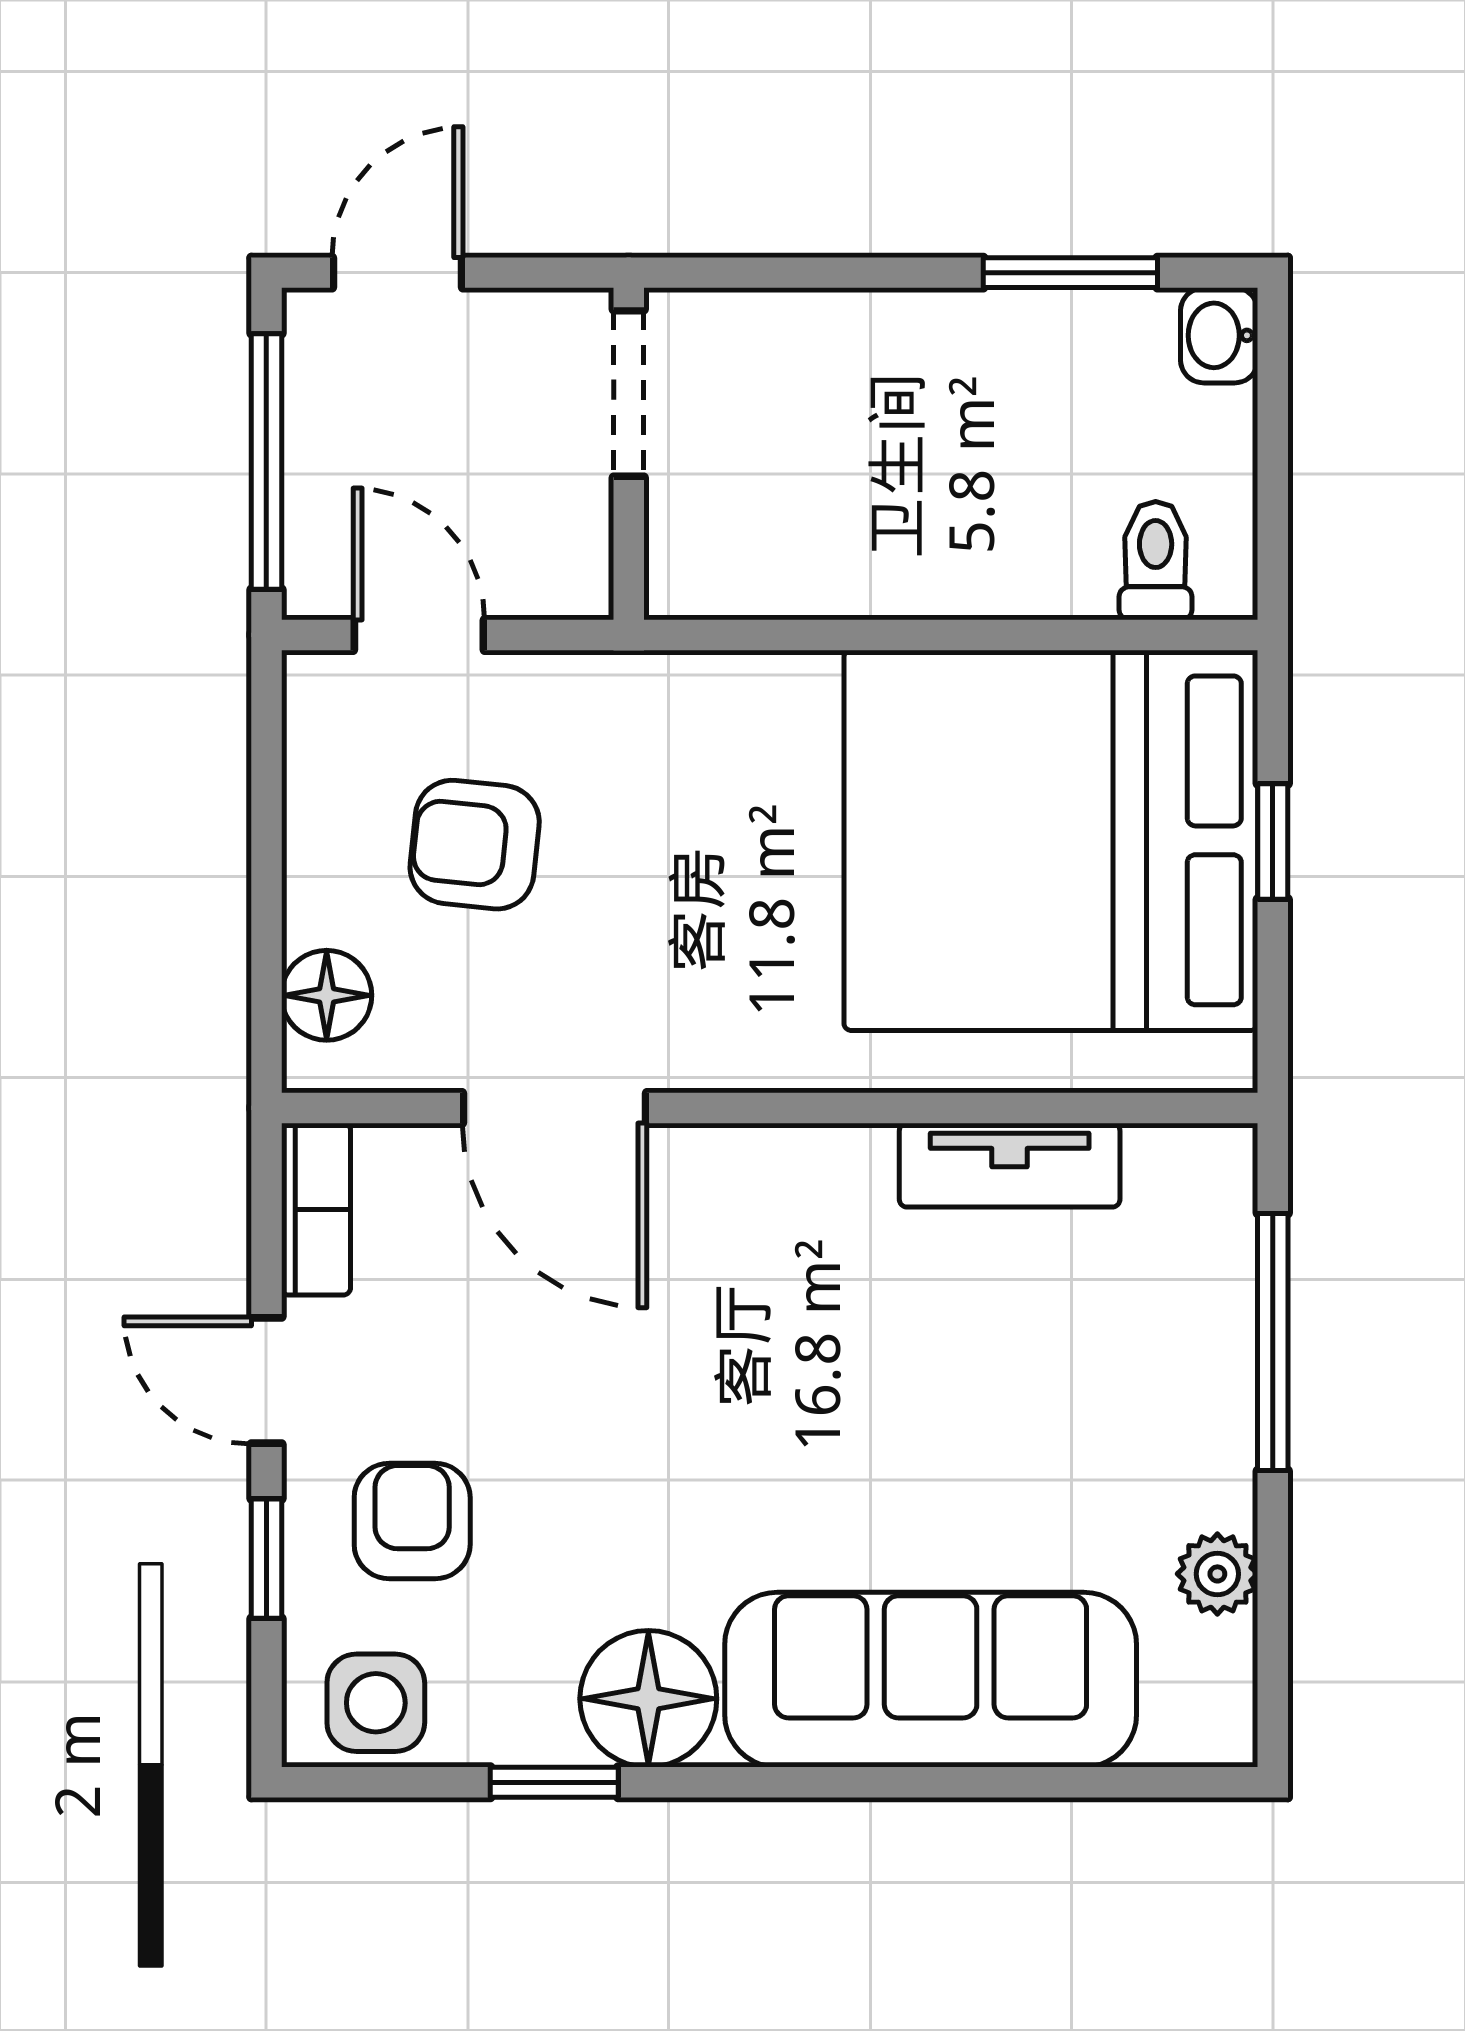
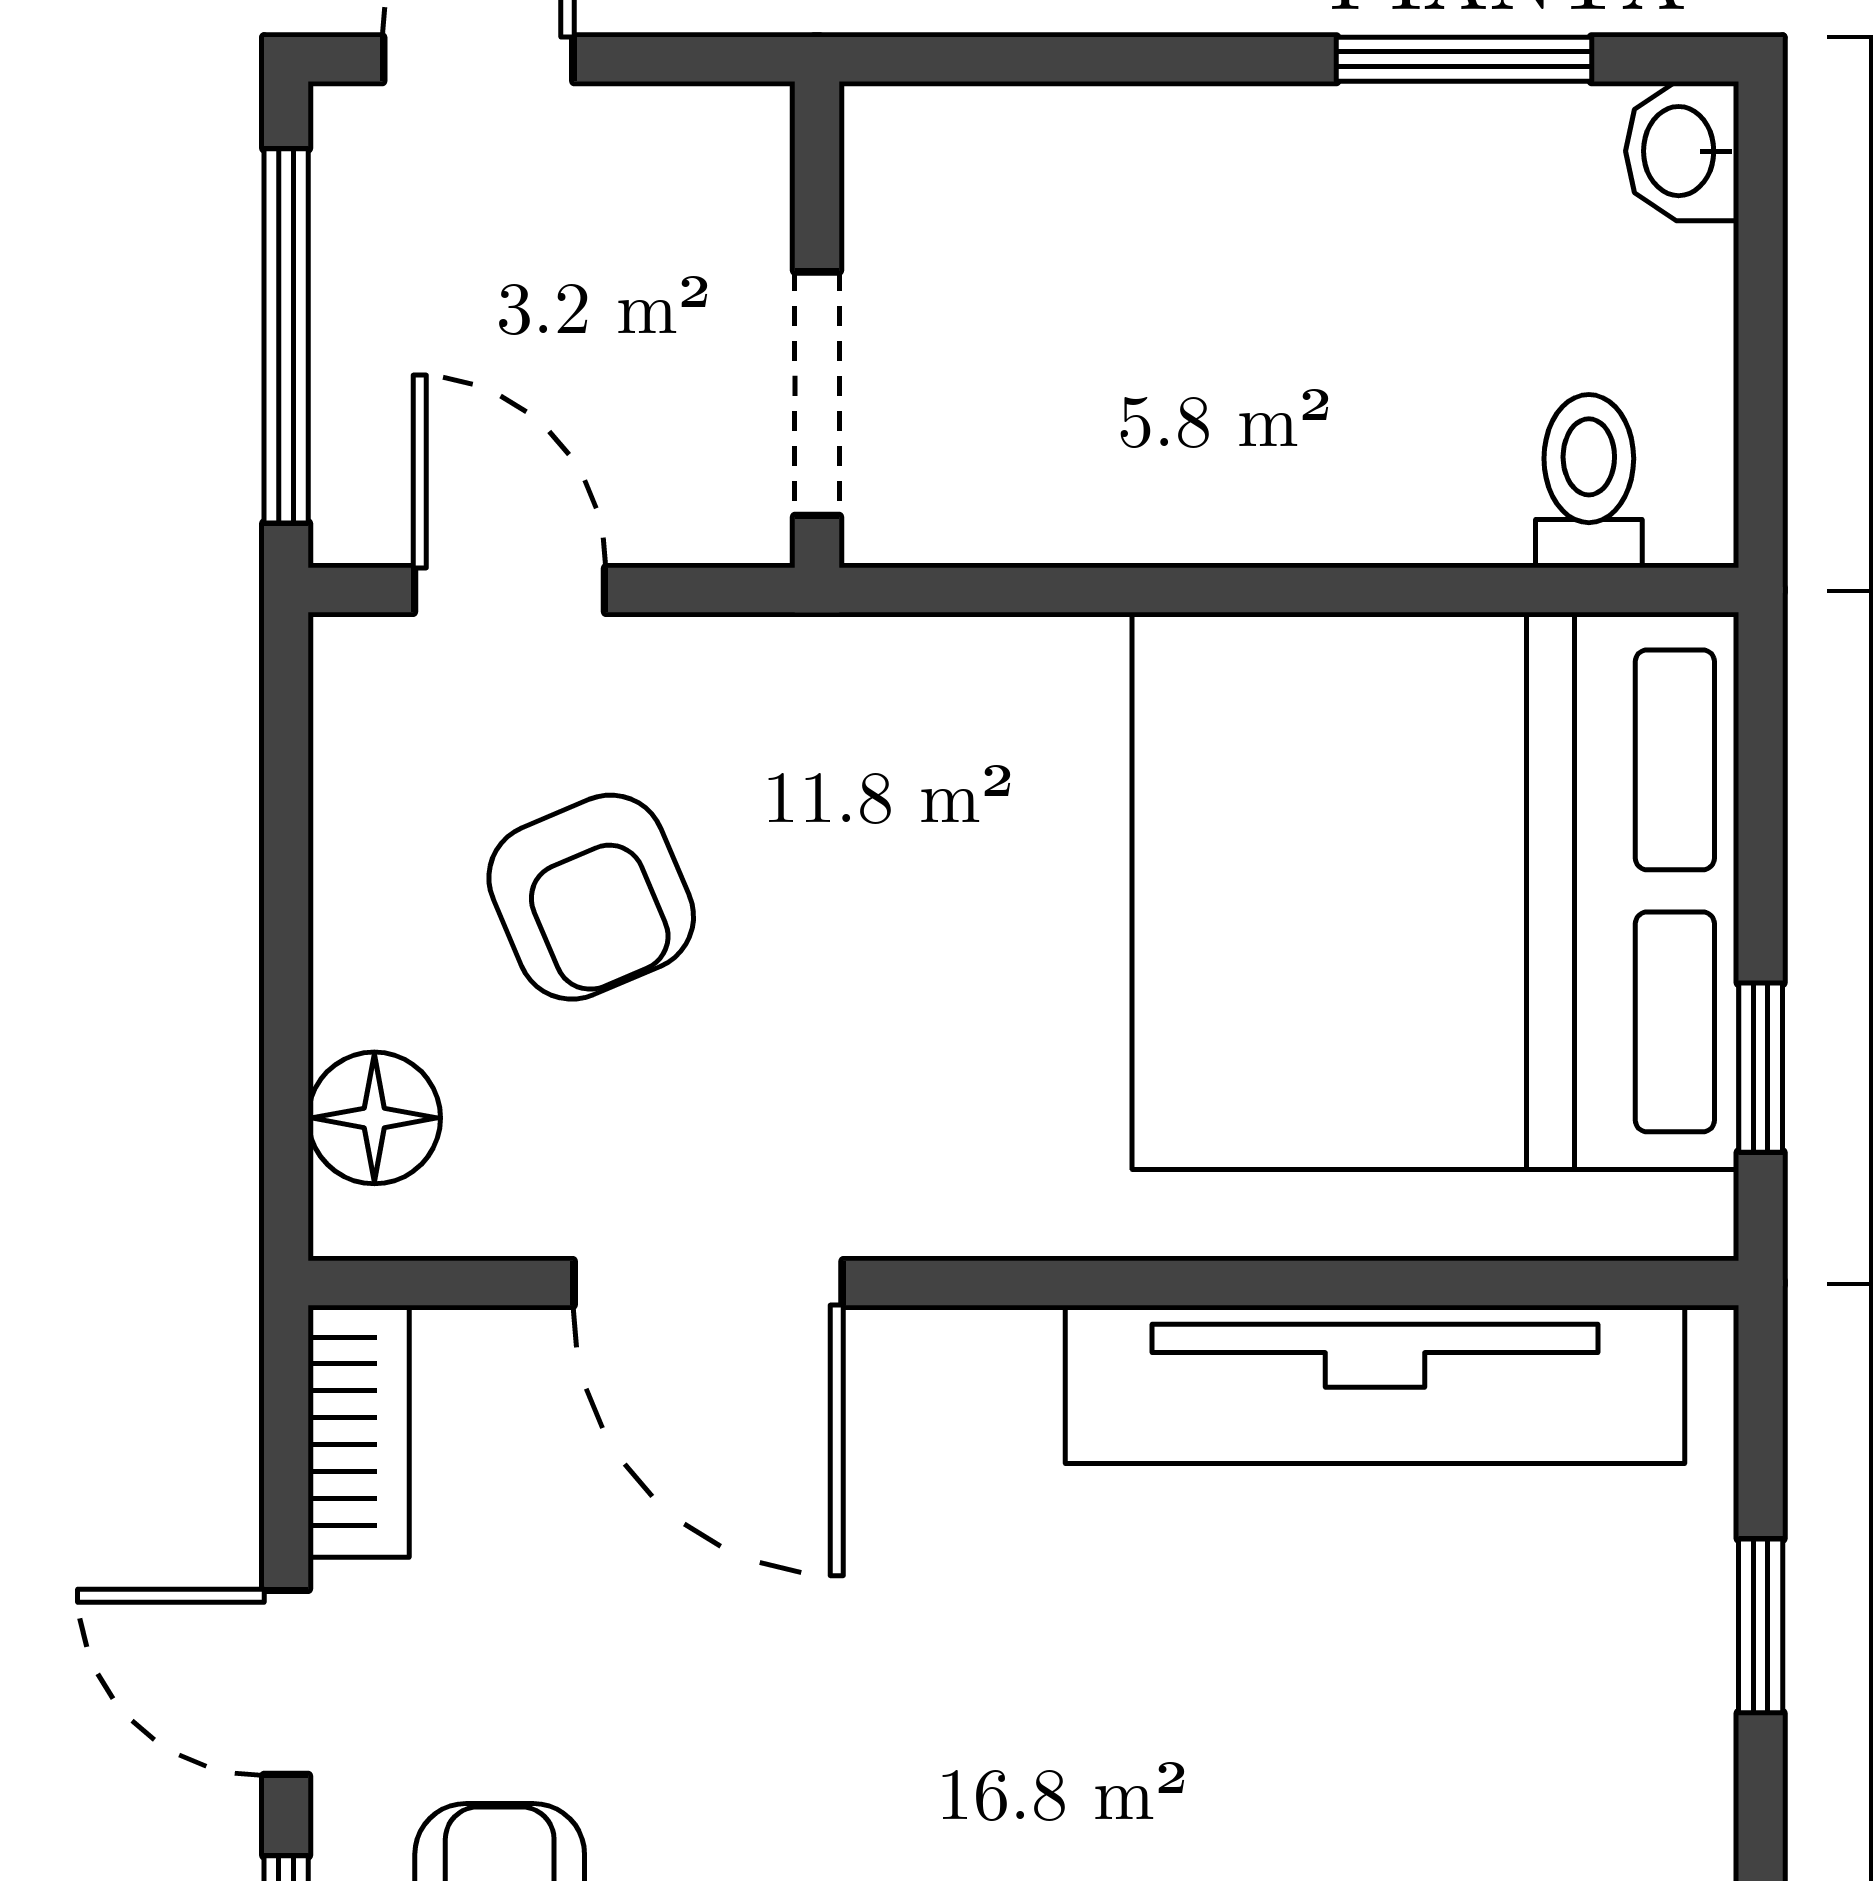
doorway: (629, 393) -> (817, 394), moved
window: (1273, 842) -> (1761, 1068), moved
armchair: (475, 845) -> (591, 897), turned -119
tv unit: (1010, 1165) -> (1375, 1384), width x1.92, depth x1.29
window: (1273, 1342) -> (1761, 1626), width x0.46

